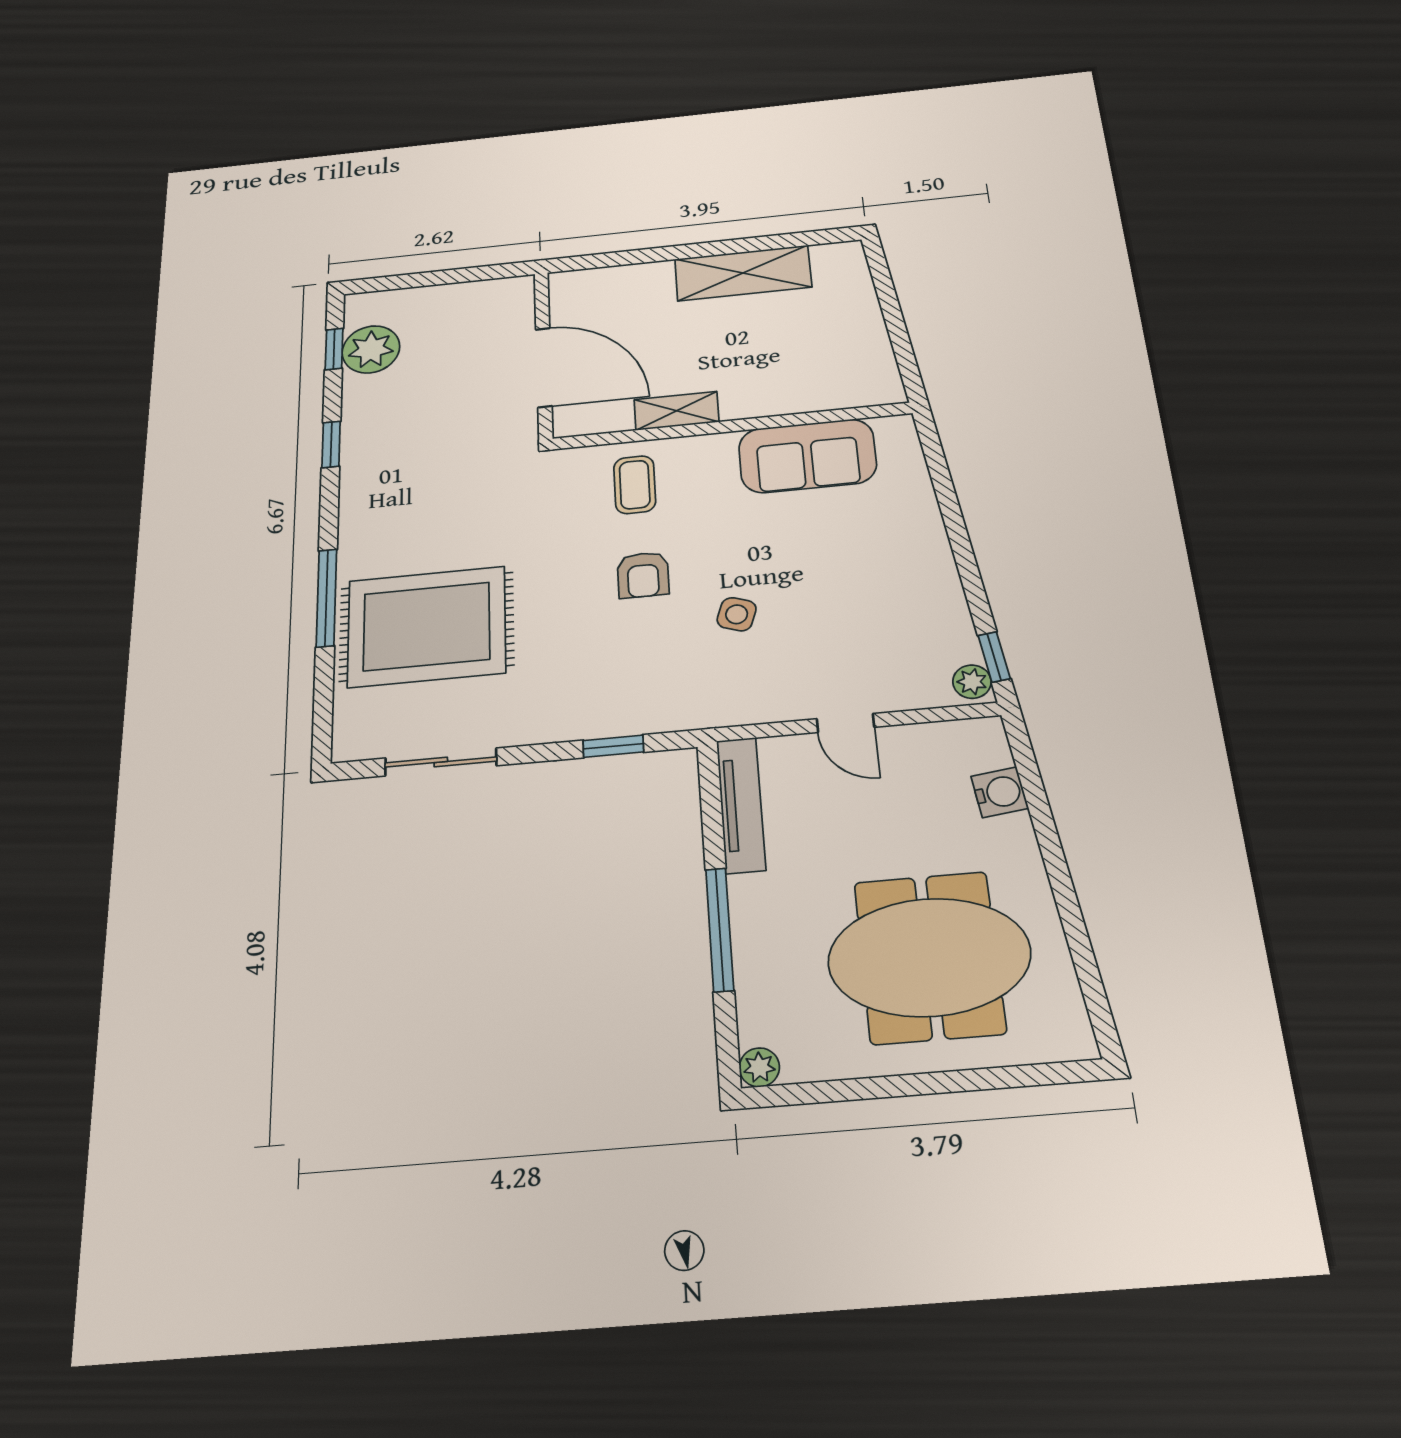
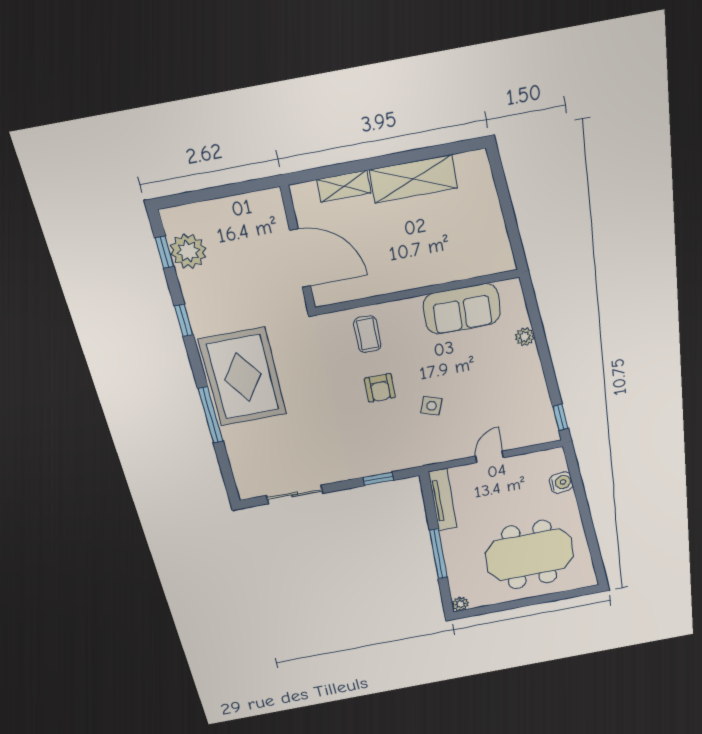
shelving: (676, 411) -> (344, 186), moved
rug: (427, 626) -> (243, 377), moved, turned 90
plant: (972, 682) -> (525, 337), moved
door: (845, 723) -> (489, 457), swing flipped

